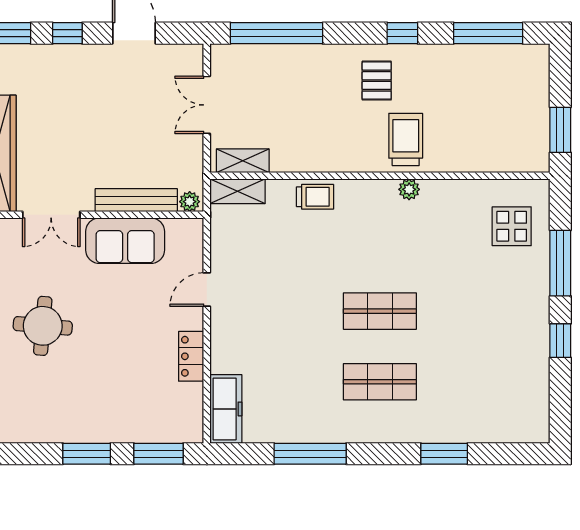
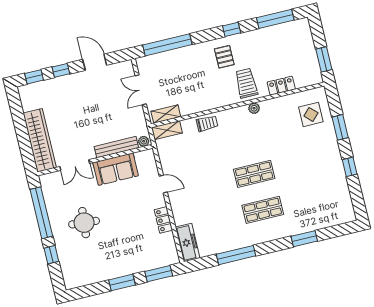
locker: (469, 160) -> (281, 86), added
window: (560, 263) -> (340, 127), width x0.69
door: (207, 290) -> (163, 184), swing flipped

